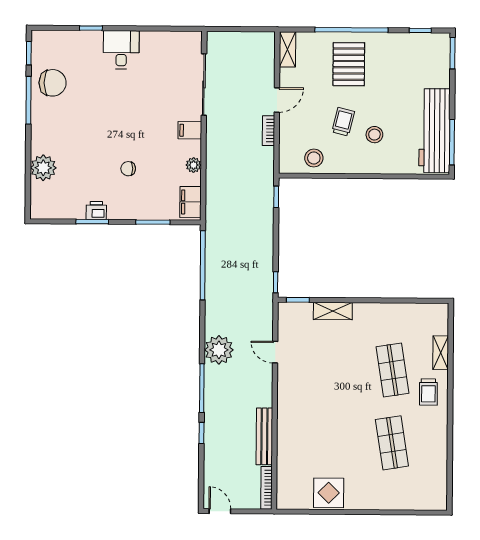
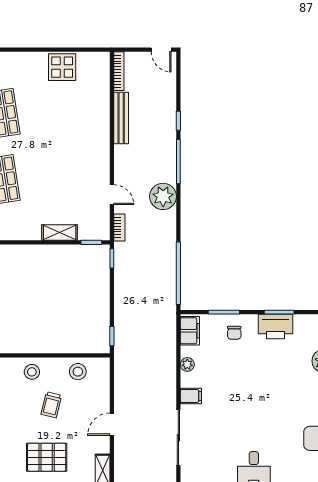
pallet: (349, 64) -> (47, 457), turned 90
bookcase: (268, 131) -> (119, 228), moved
stool: (374, 135) -> (32, 372), moved
chair: (128, 169) -> (234, 333), moved, turned 90
printer: (96, 210) -> (275, 327), width x1.87, depth x1.48

